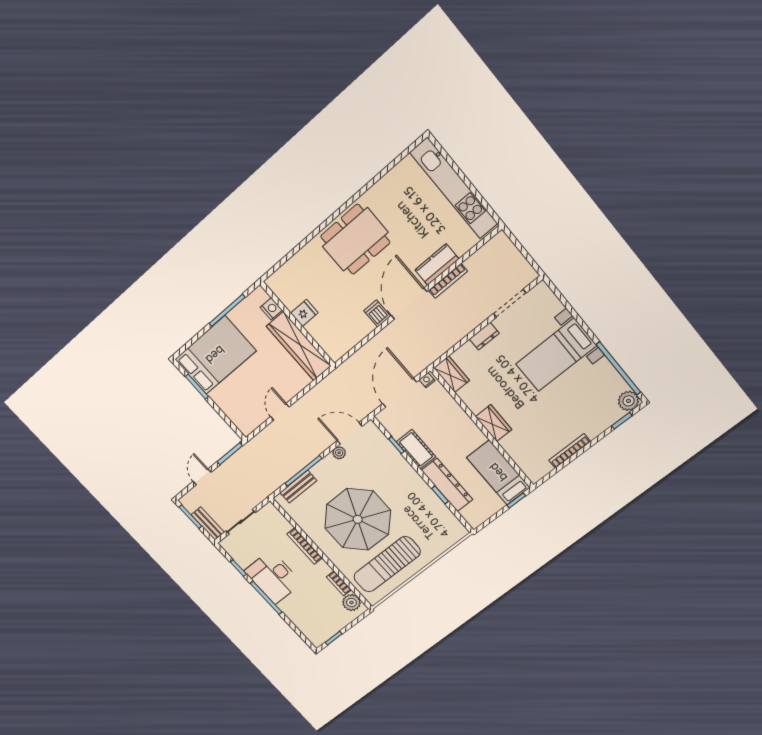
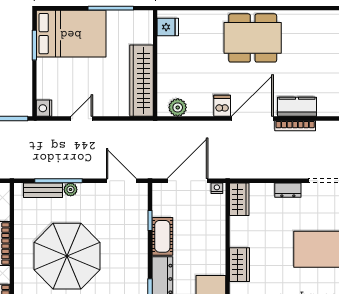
nightstand: (271, 309) -> (44, 108), moved, turned 180
fridge: (304, 313) -> (168, 27), moved
plant: (344, 344) -> (178, 107), added
plant: (339, 453) -> (71, 189), moved

